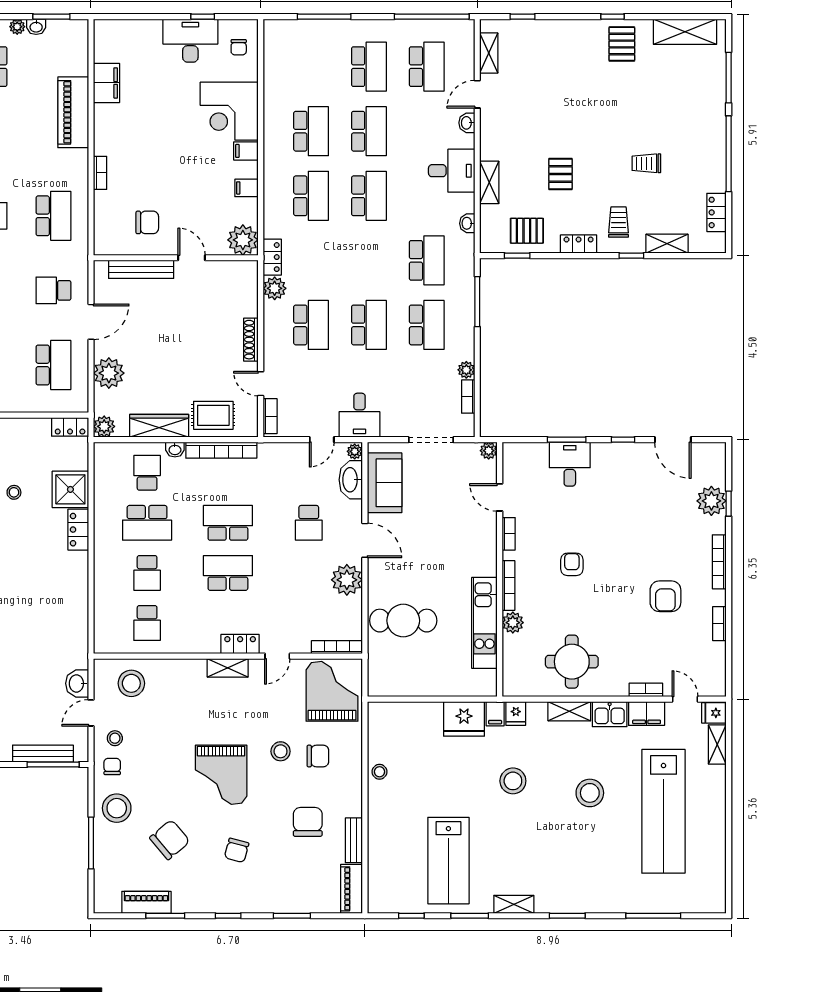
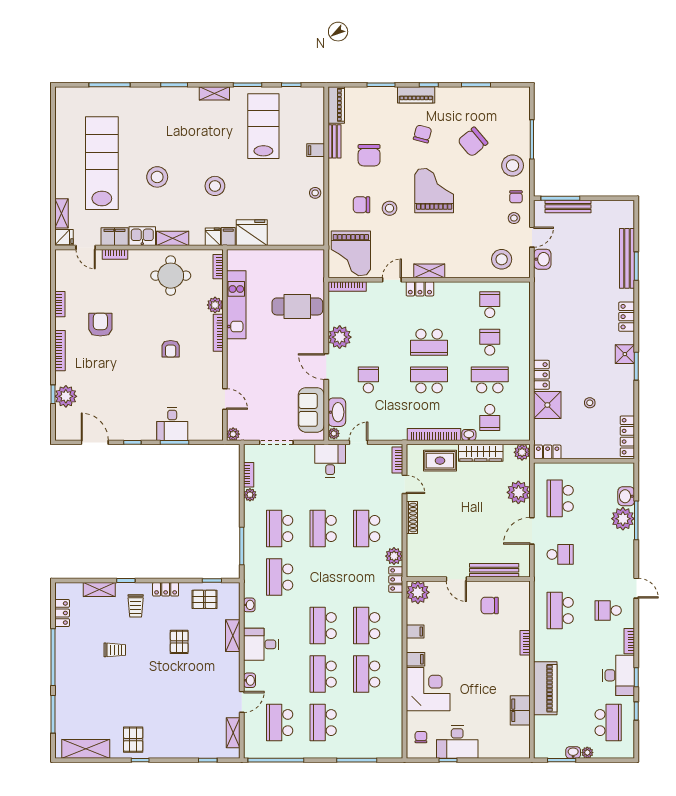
school desk: (228, 523) -> (429, 380), turned 180
bookcase: (509, 534) -> (218, 267), moved
filing cabinet: (379, 829) -> (316, 150), added
piano: (146, 902) -> (416, 95), moved

